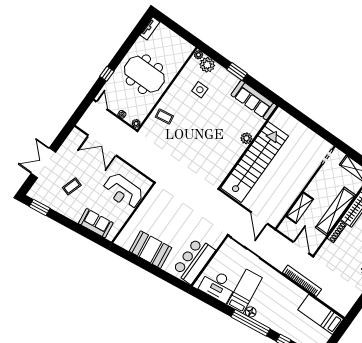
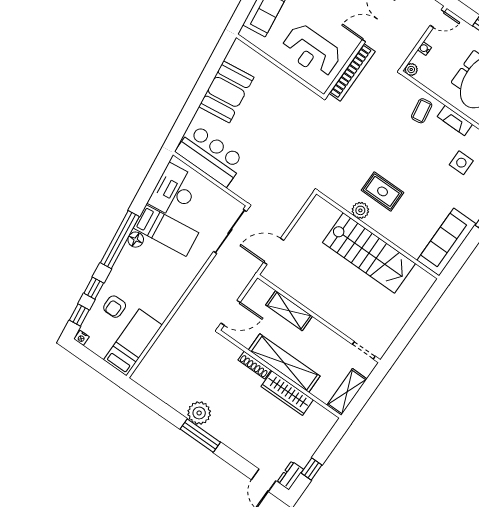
fireplace: (171, 94) -> (455, 120), added
plant: (246, 138) -> (360, 210), moved
rug: (219, 144) -> (383, 191), added
stairs: (255, 162) -> (369, 253), width x0.73
reception desk: (123, 191) -> (311, 51), turned -90
bookcase: (302, 281) -> (352, 72), moved
armchair: (296, 327) -> (115, 307), added

